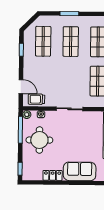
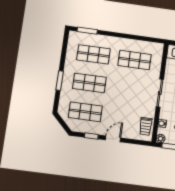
door: (21, 87) -> (113, 139), moved

